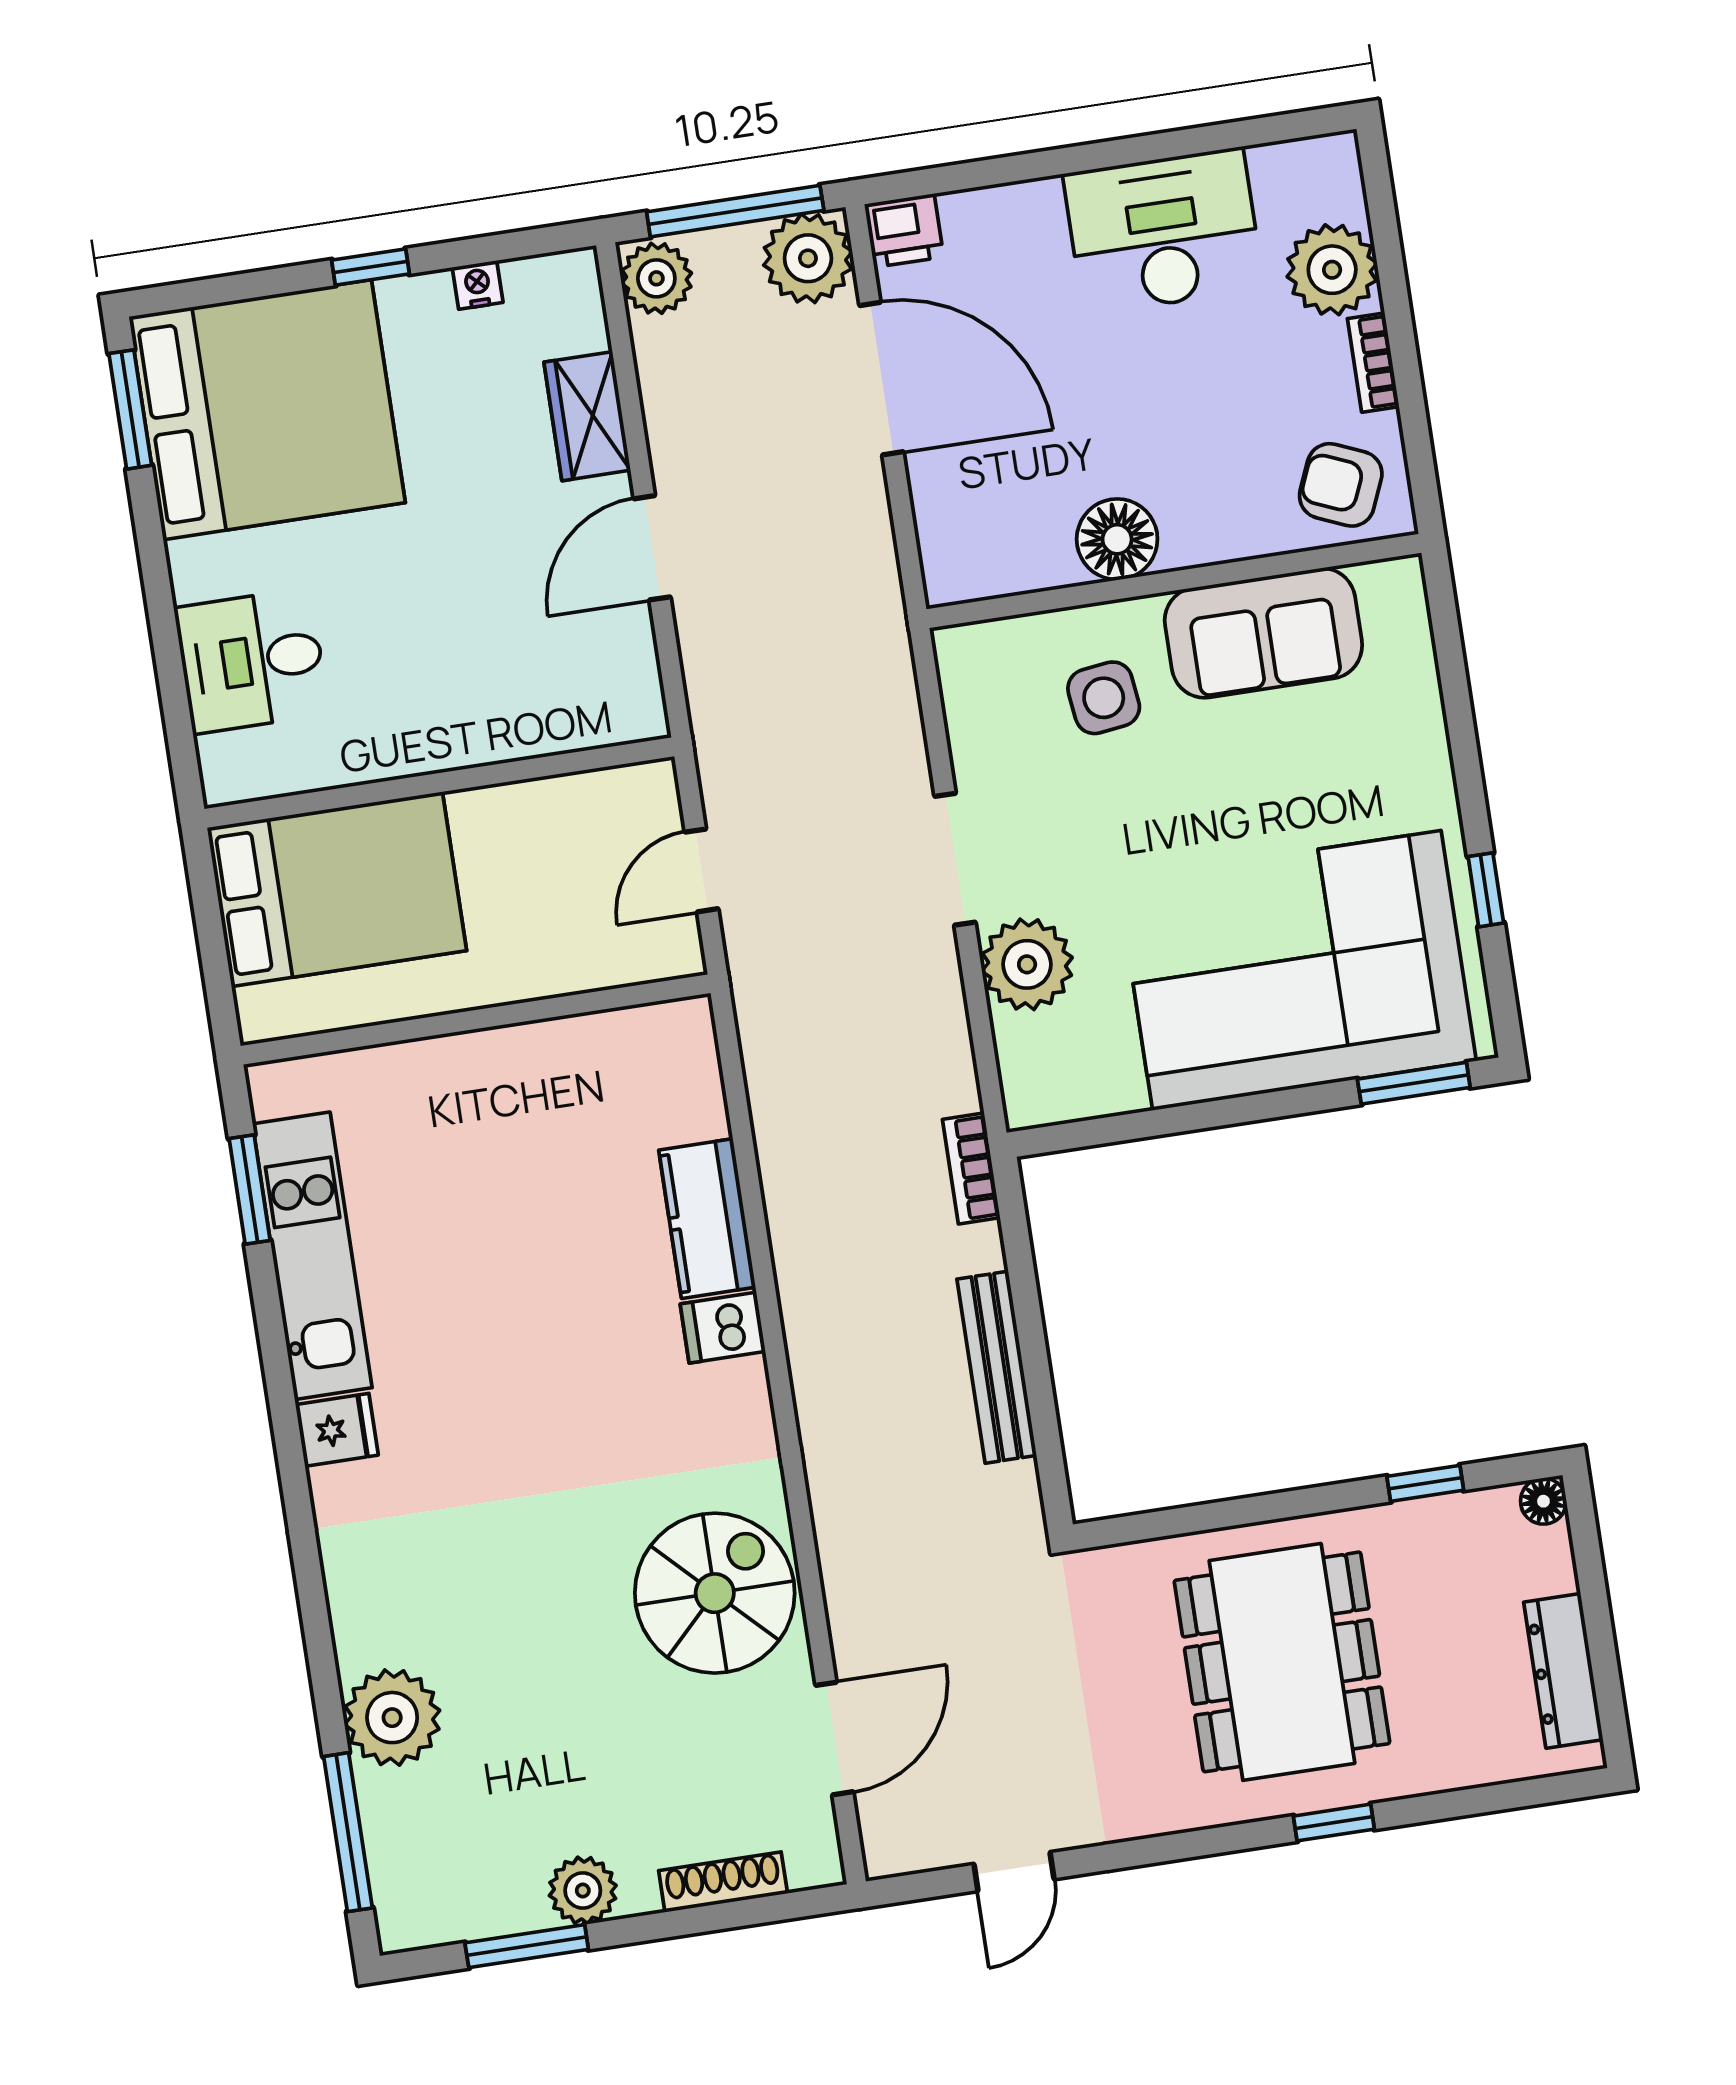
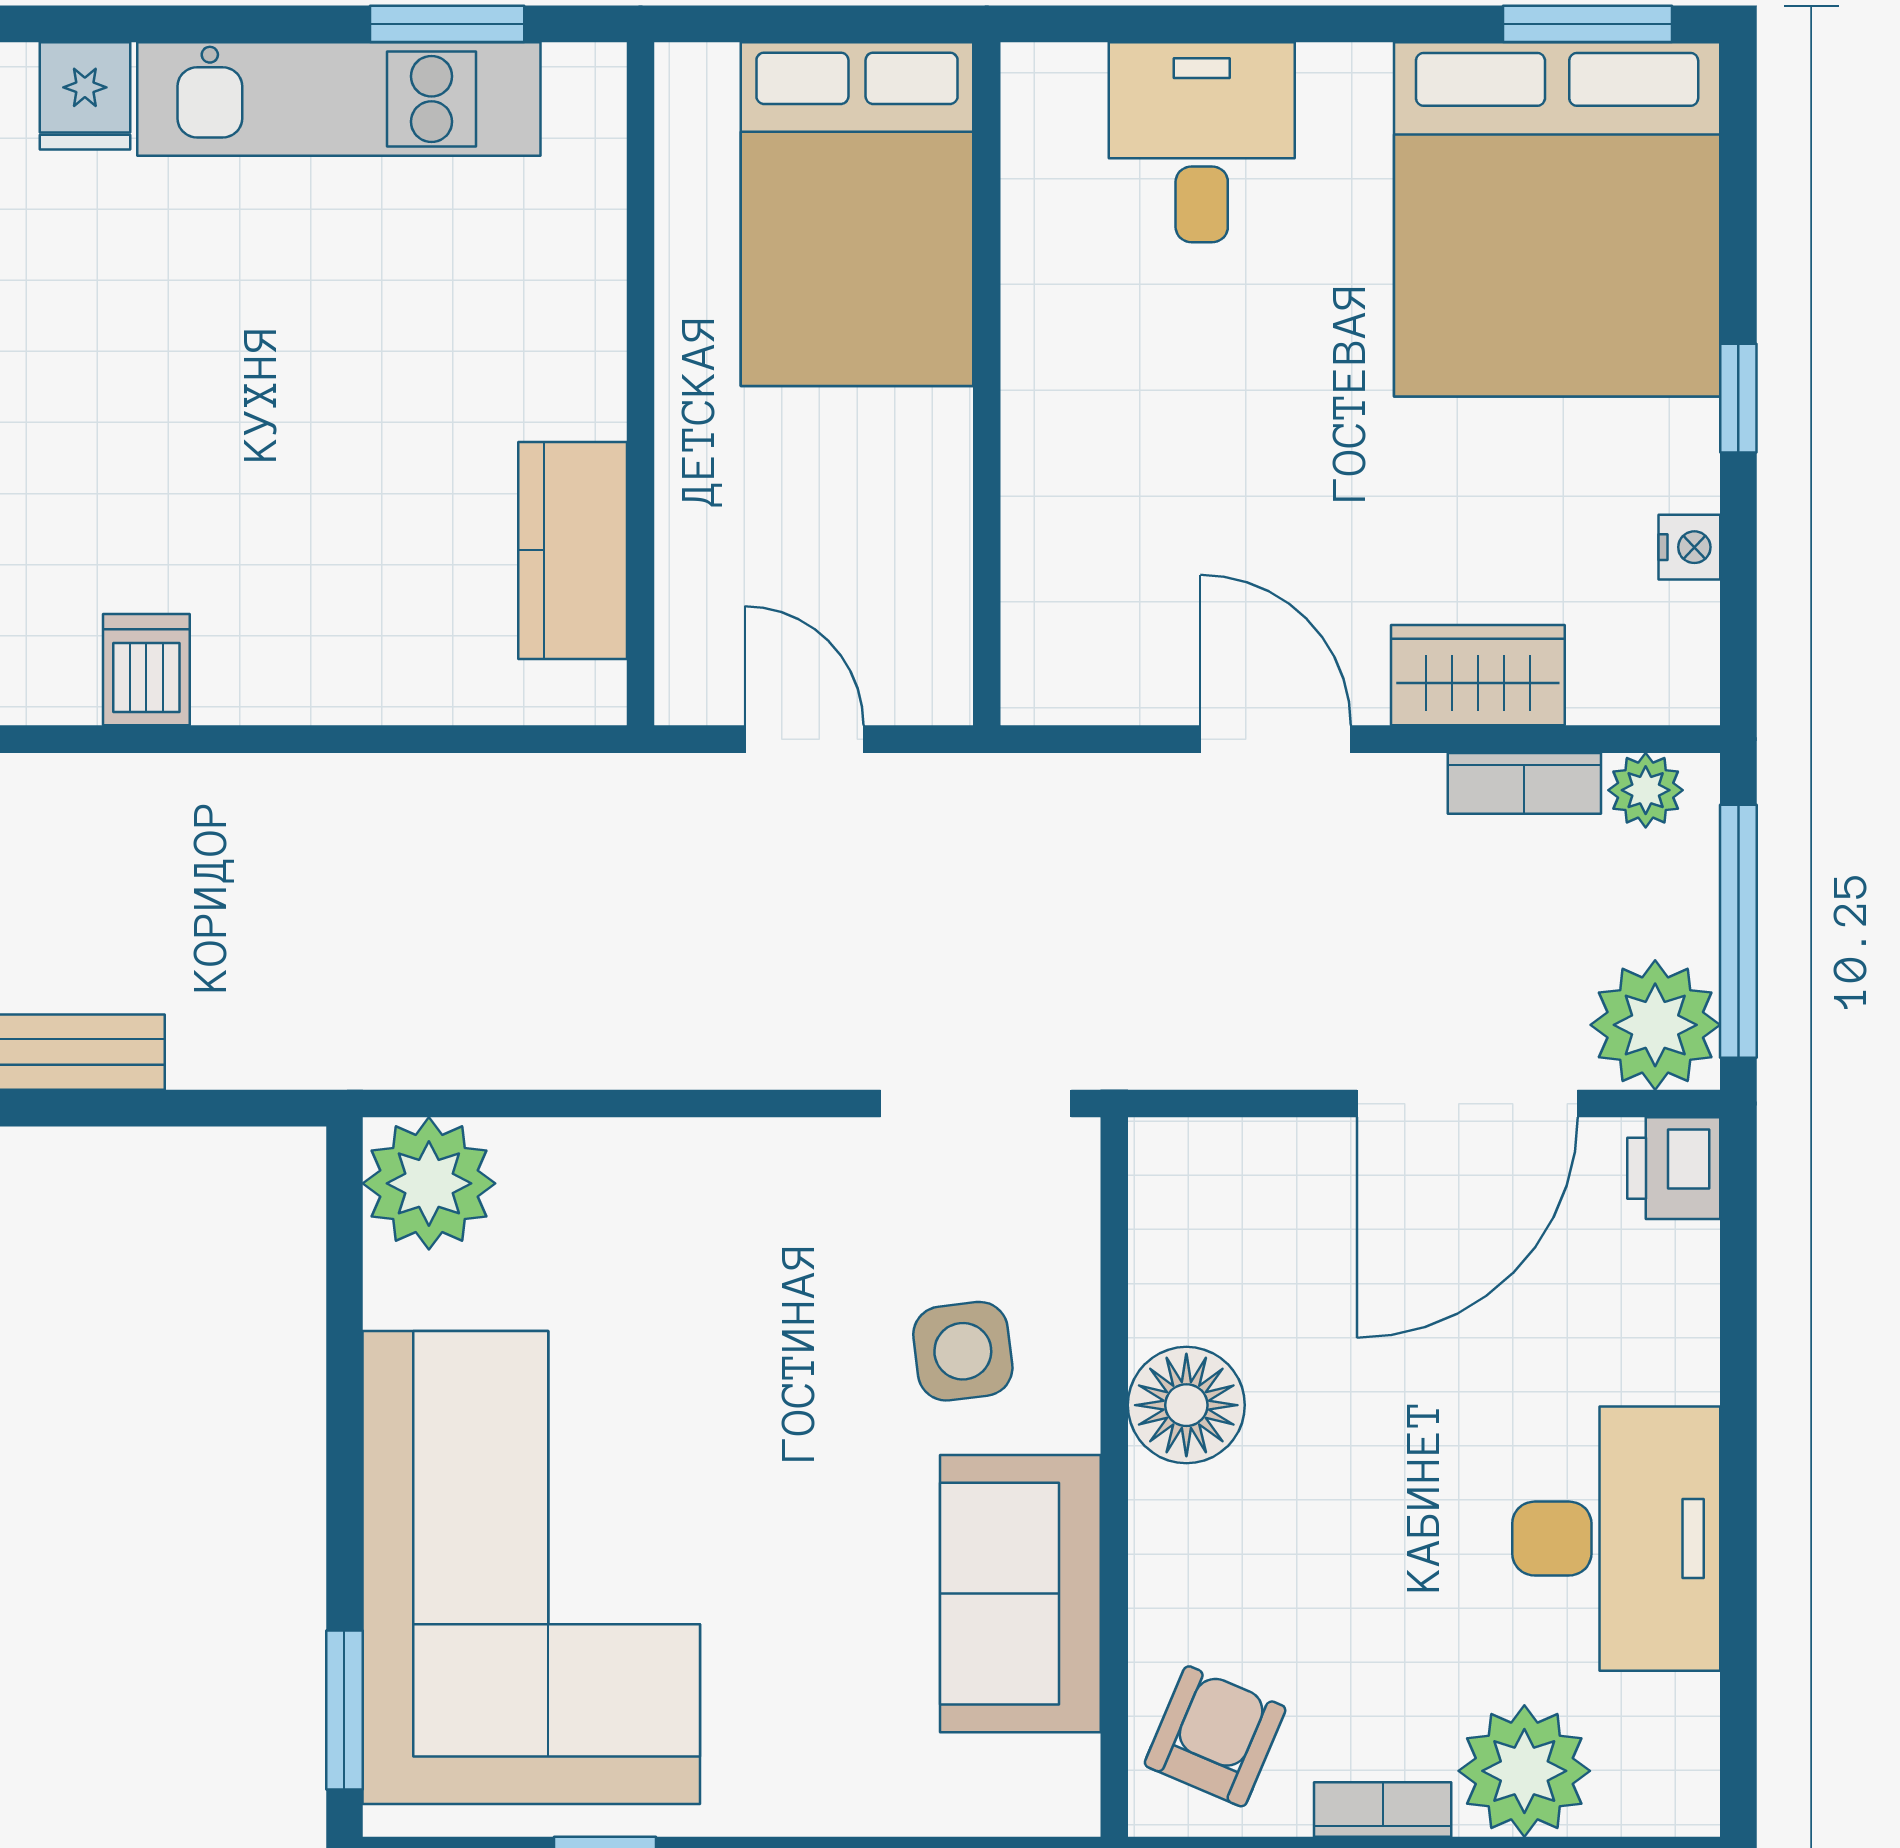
plant: (656, 278) -> (1646, 790), width x0.73, depth x0.73
doorway: (955, 859) -> (976, 1104), moved
plant: (1027, 964) -> (429, 1183), moved
bookcase: (971, 1169) -> (1524, 783), moved, turned 180
kitchen counter: (707, 1219) -> (573, 550), moved, turned -90

